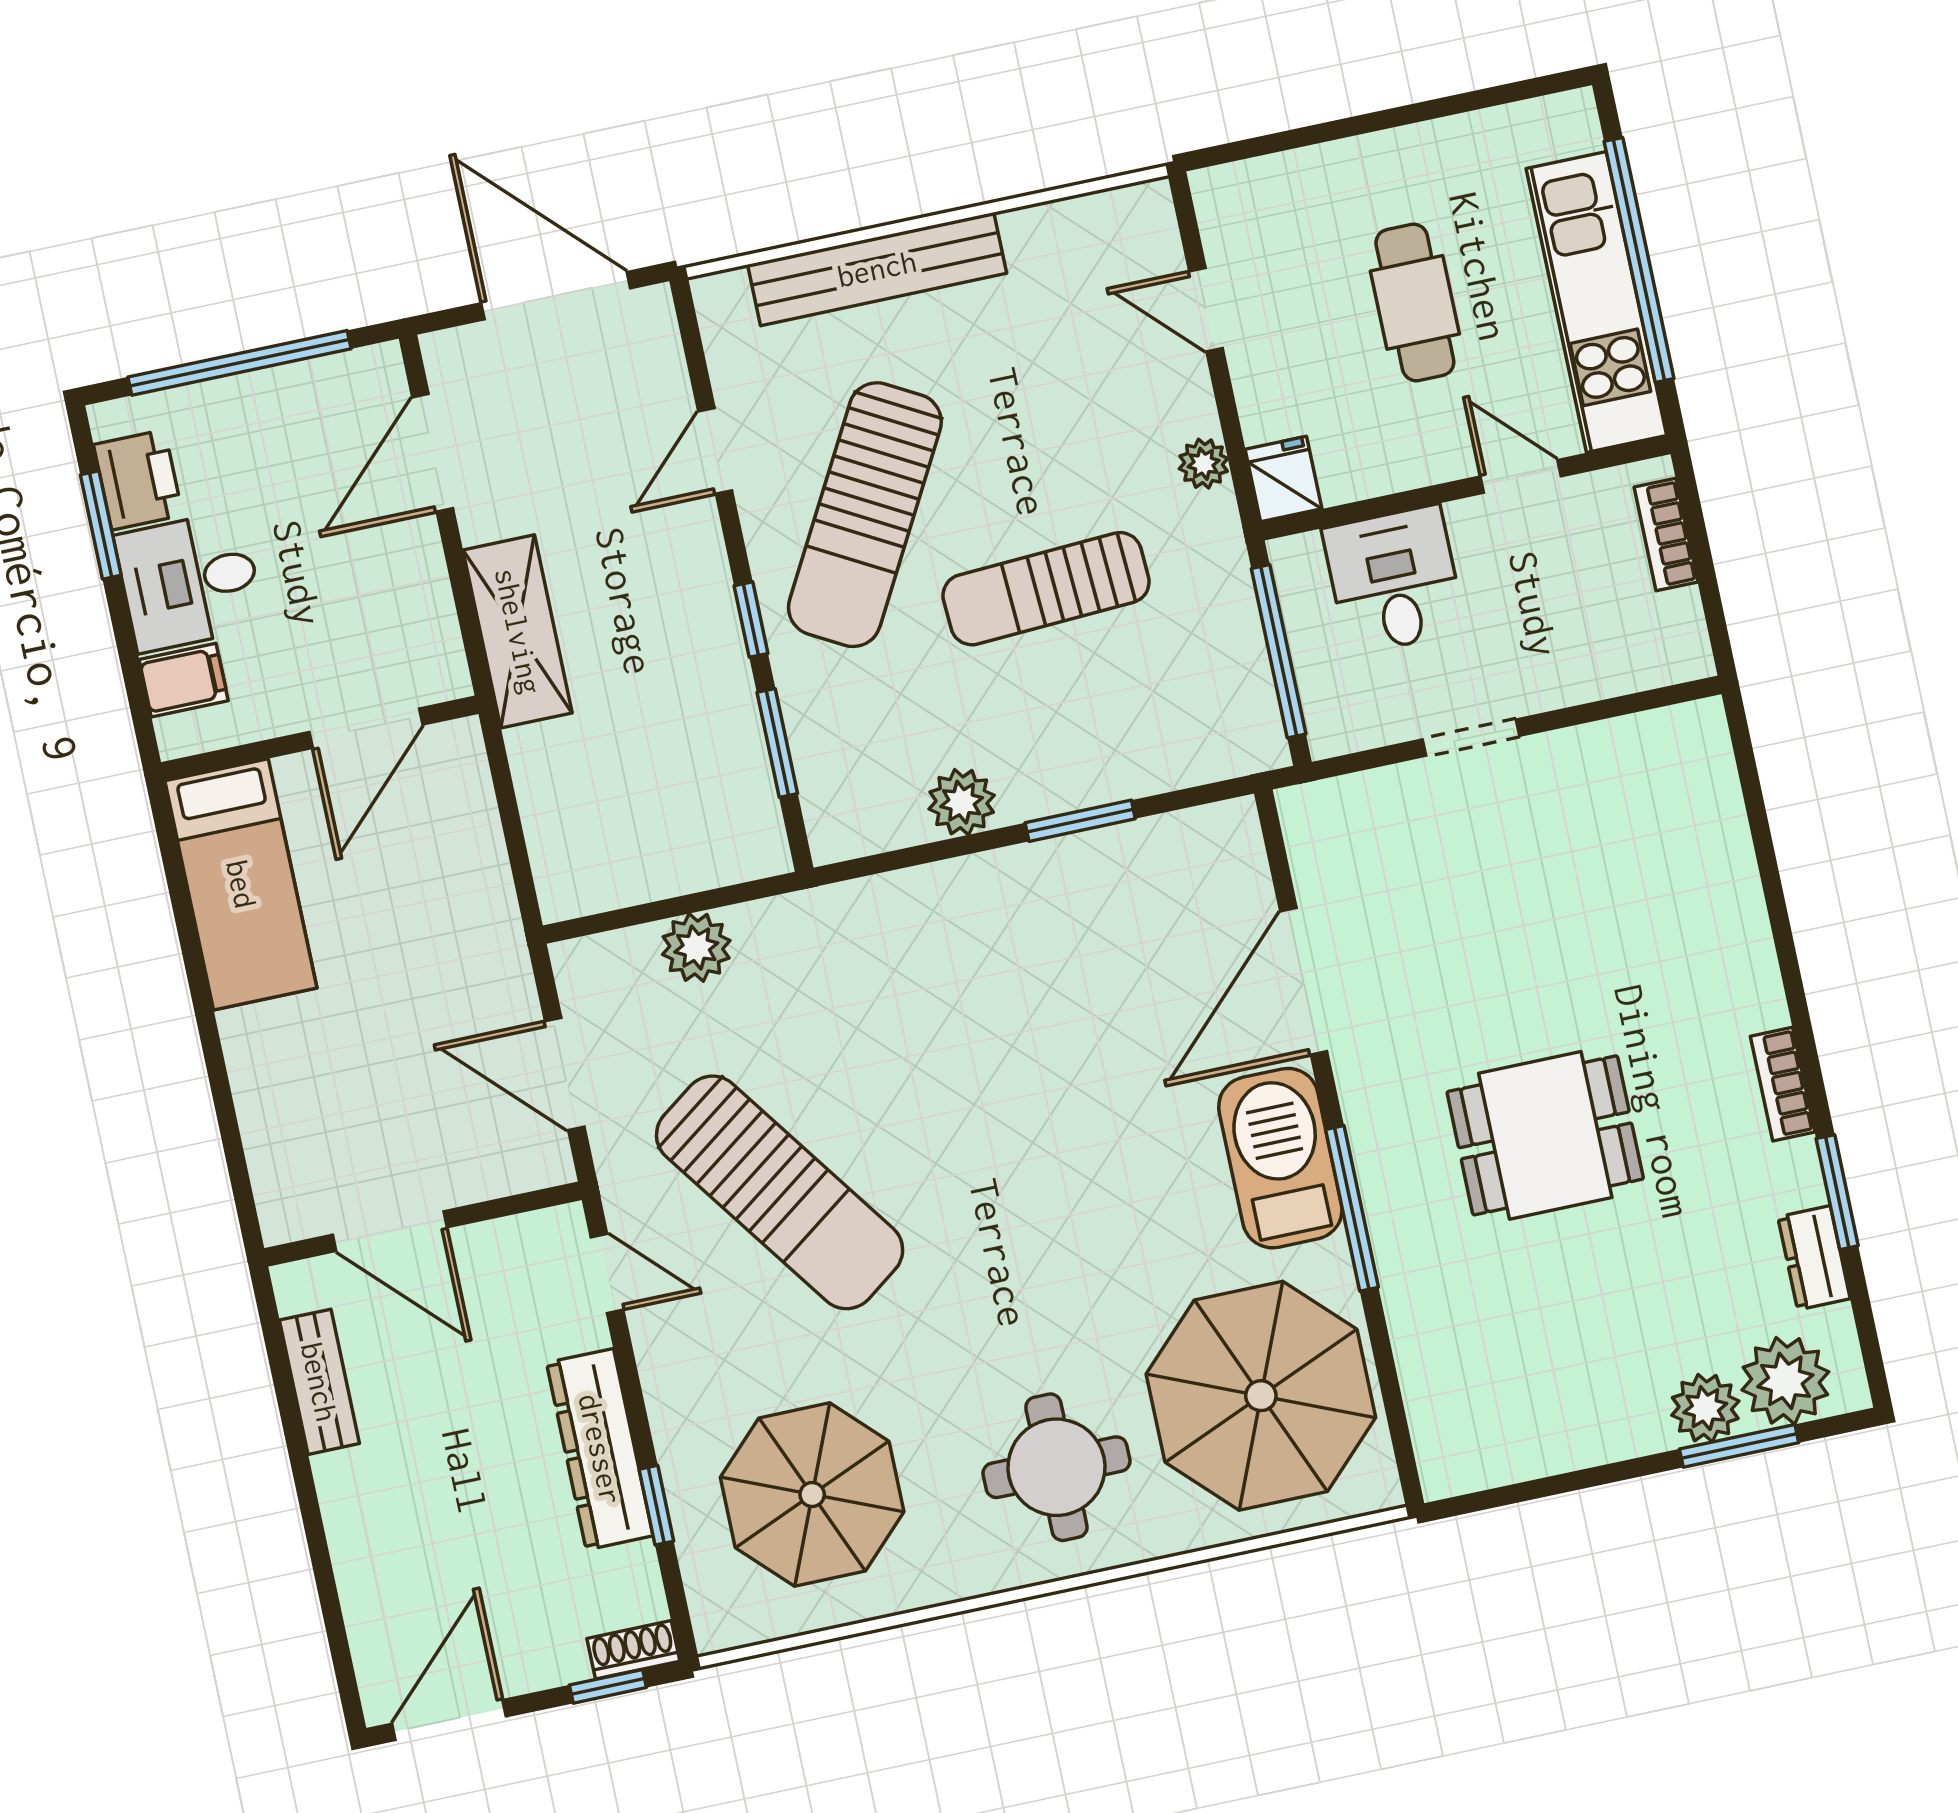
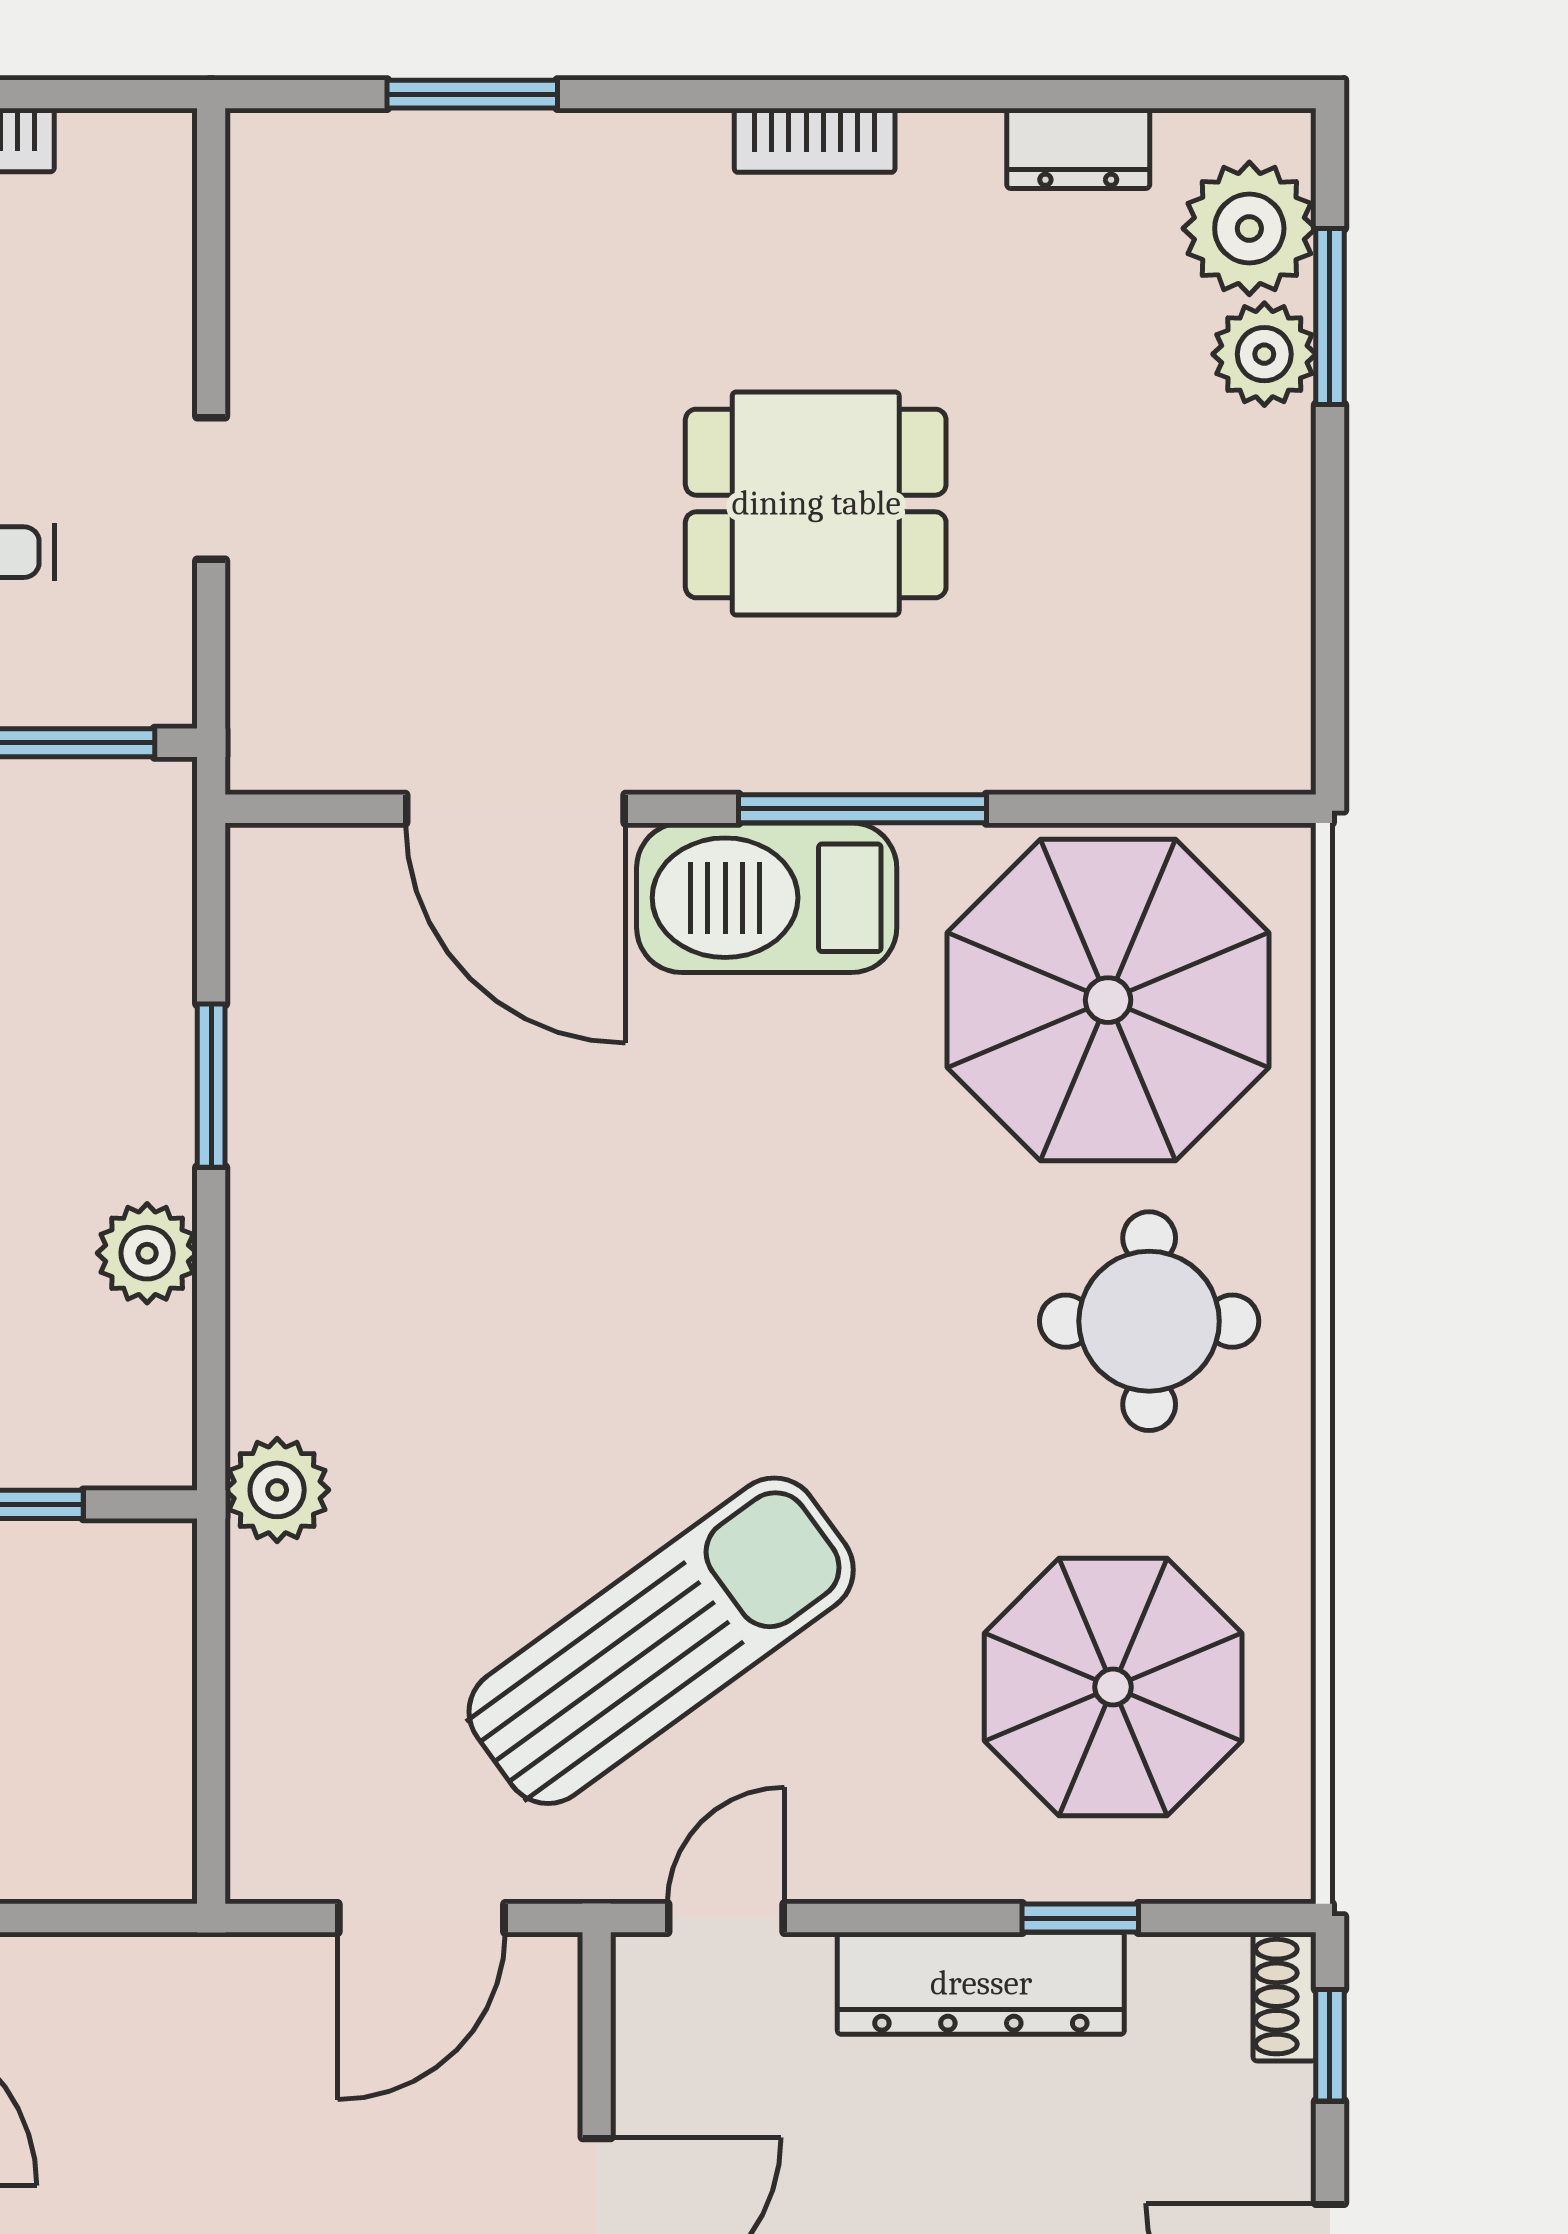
plant: (696, 947) -> (277, 1490), moved
dining table: (1545, 1135) -> (816, 503), turned 90
window: (1837, 1192) -> (472, 94), moved

